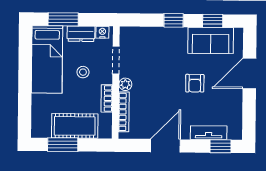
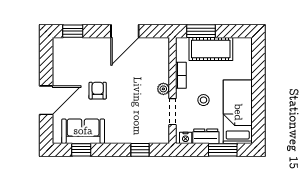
window: (174, 20) -> (140, 150), moved
bookcase: (124, 112) -> (164, 63), removed
tv unit: (209, 133) -> (84, 44), removed
window: (63, 145) -> (201, 31), moved

